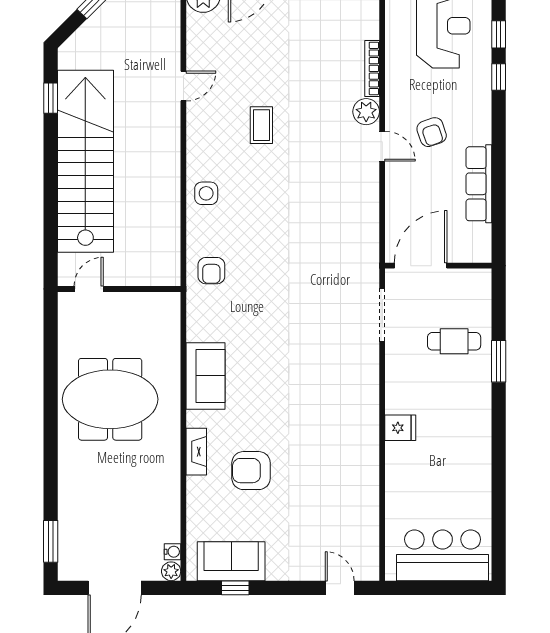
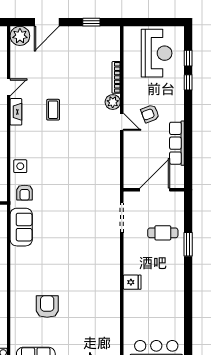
armchair: (432, 132) -> (150, 114), turned 88
side table: (206, 193) -> (20, 166), moved
door: (421, 266) -> (155, 190), moved
sofa: (205, 376) -> (21, 227), moved
fireplace: (196, 452) -> (16, 112), moved
armchair: (251, 471) -> (47, 307), turned 90

